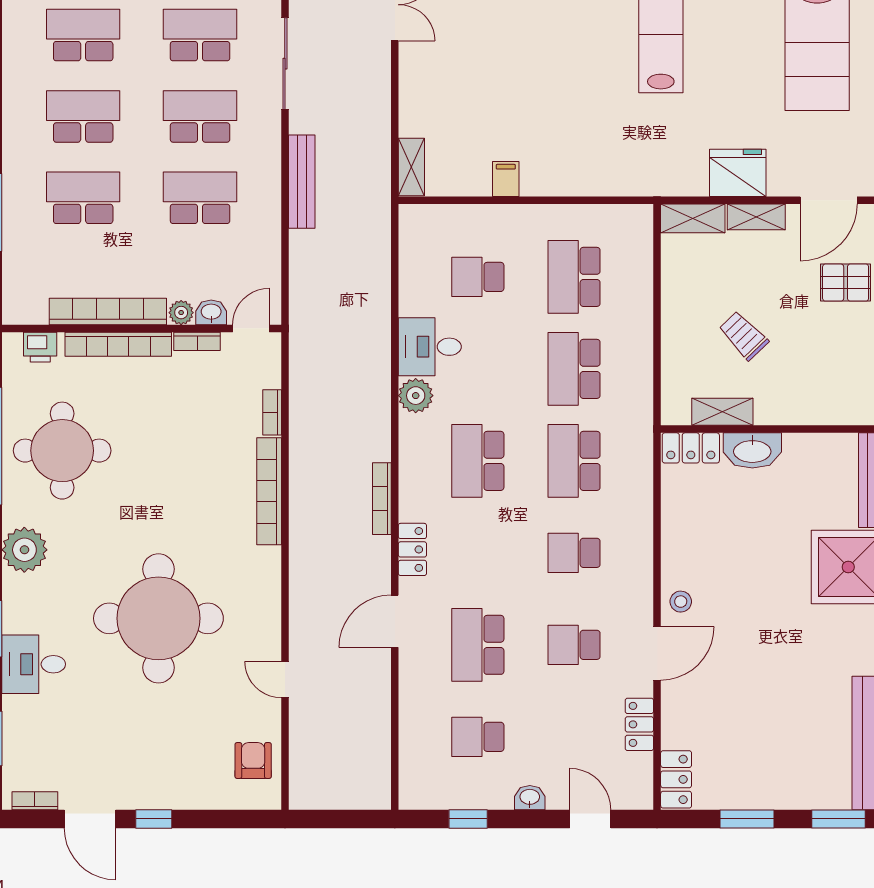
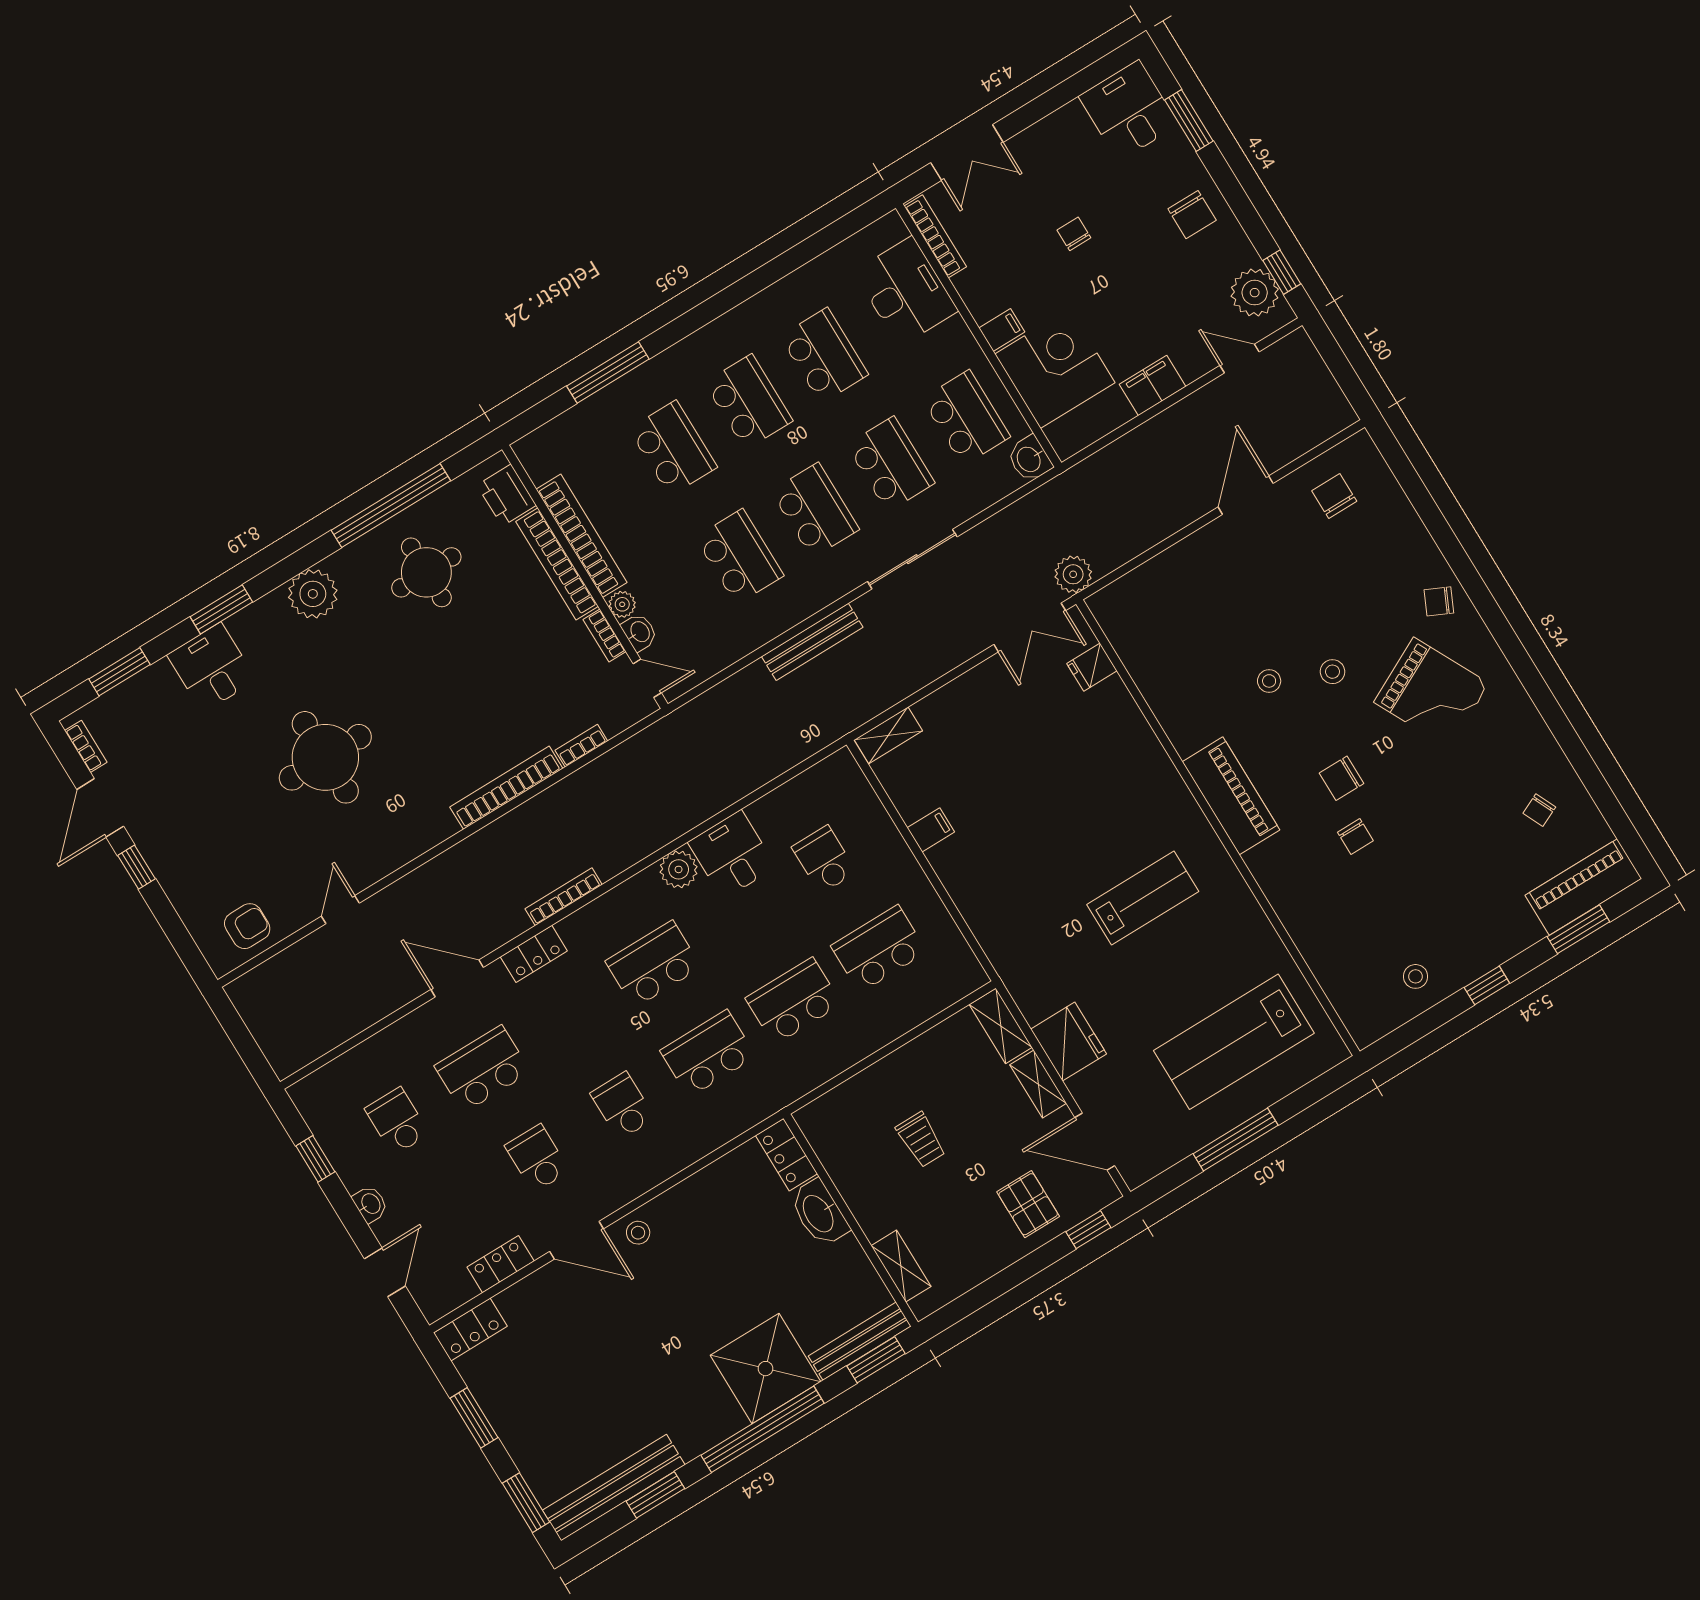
trolley: (744, 336) -> (921, 1140), turned 134
printer: (40, 347) -> (507, 495), width x1.36, depth x1.24
shelving: (722, 412) -> (901, 1266), moved
round table: (62, 451) -> (426, 572), width x0.73, depth x0.73
round table: (158, 618) -> (325, 757), width x0.73, depth x0.73

